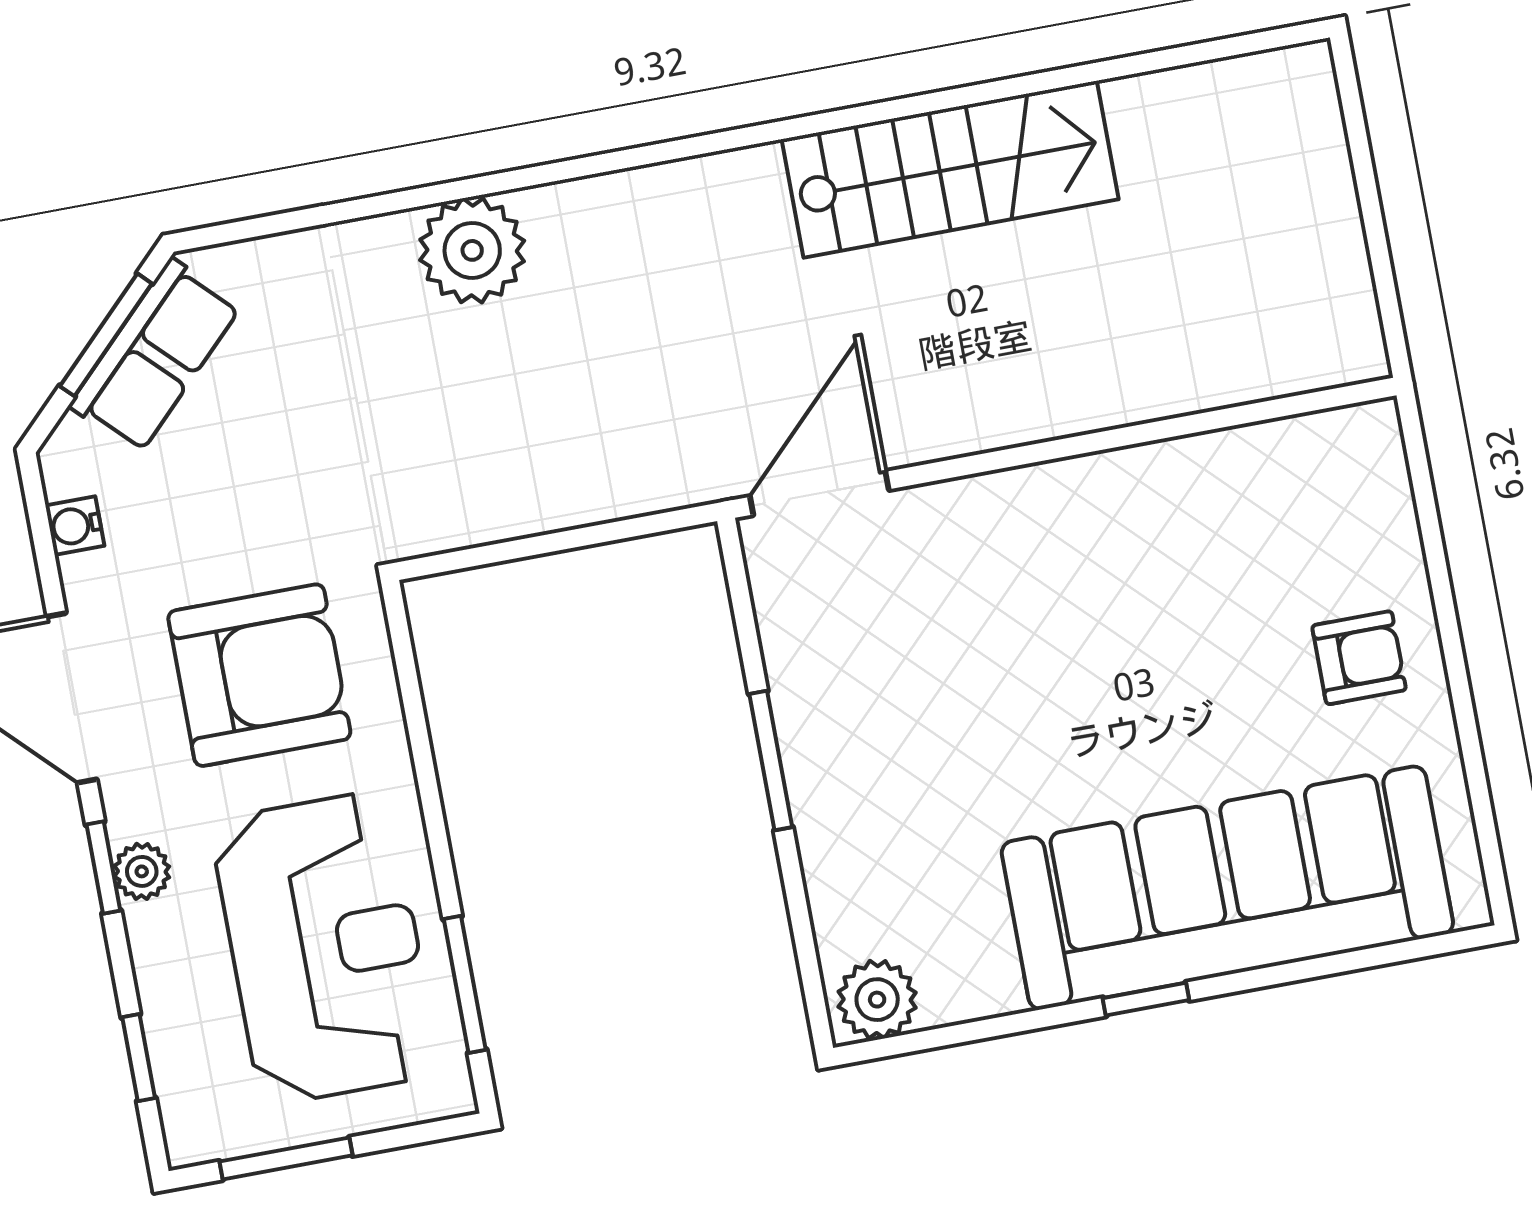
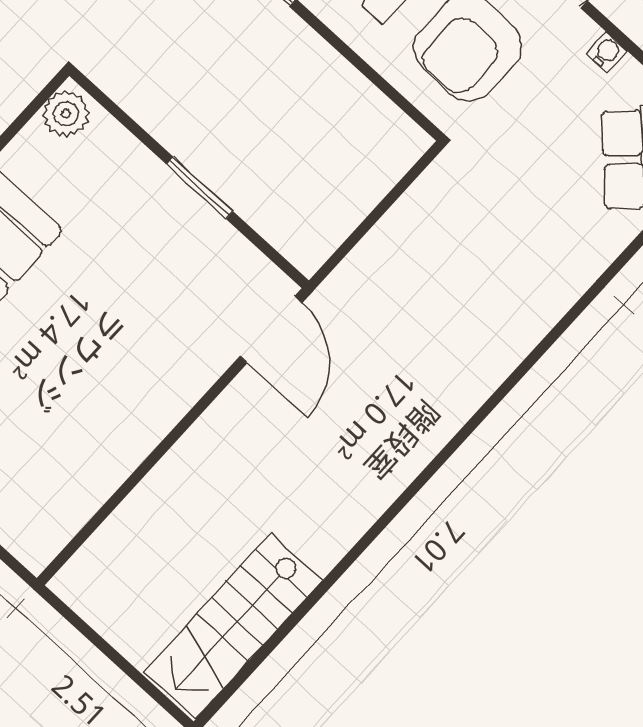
stairs: (950, 169) -> (233, 626), moved
plant: (472, 250) -> (518, 320), removed

